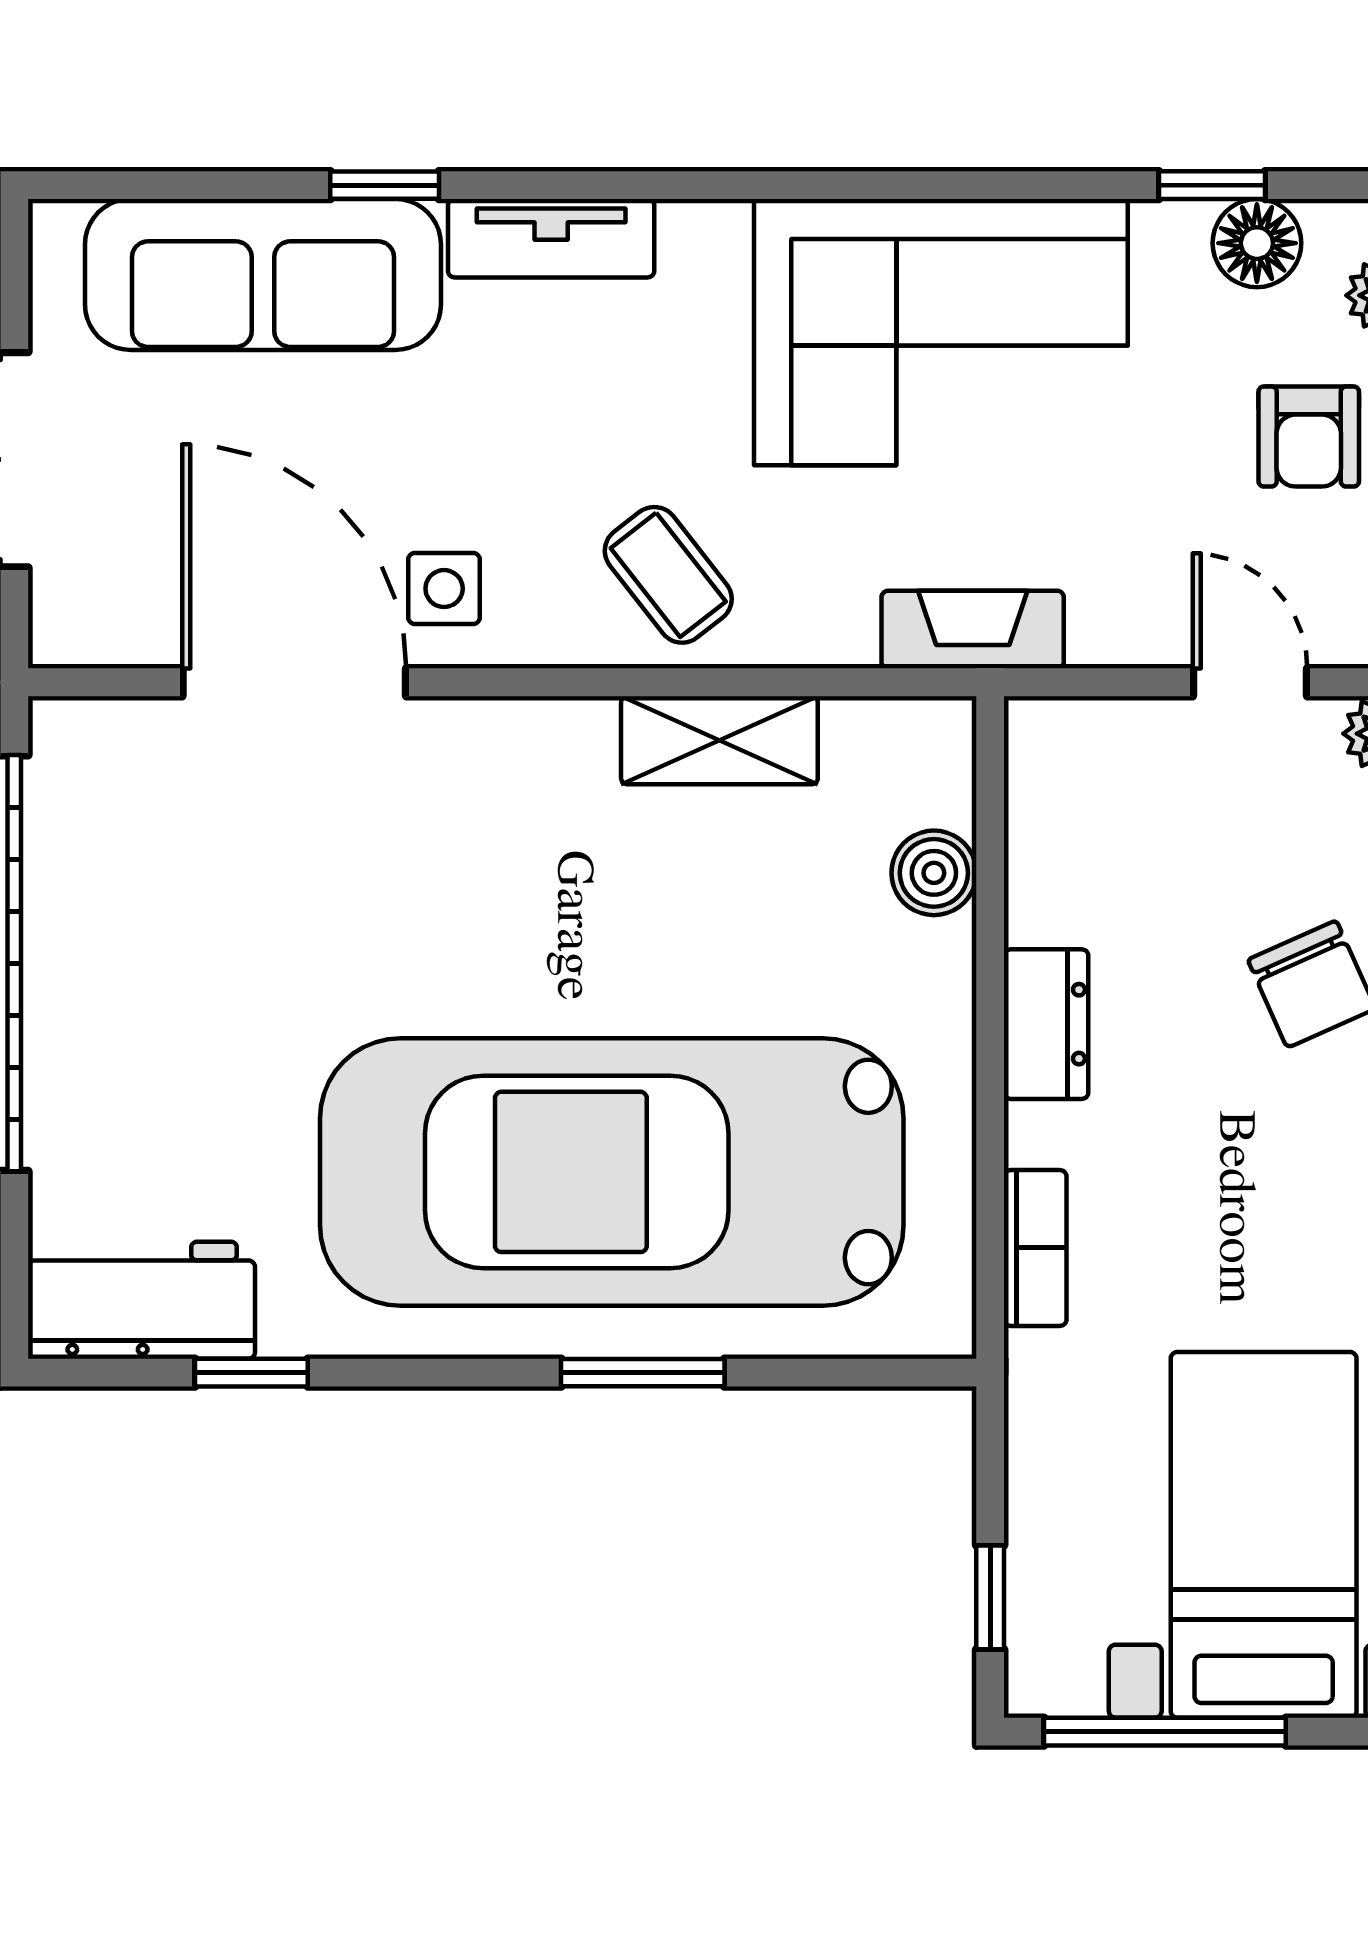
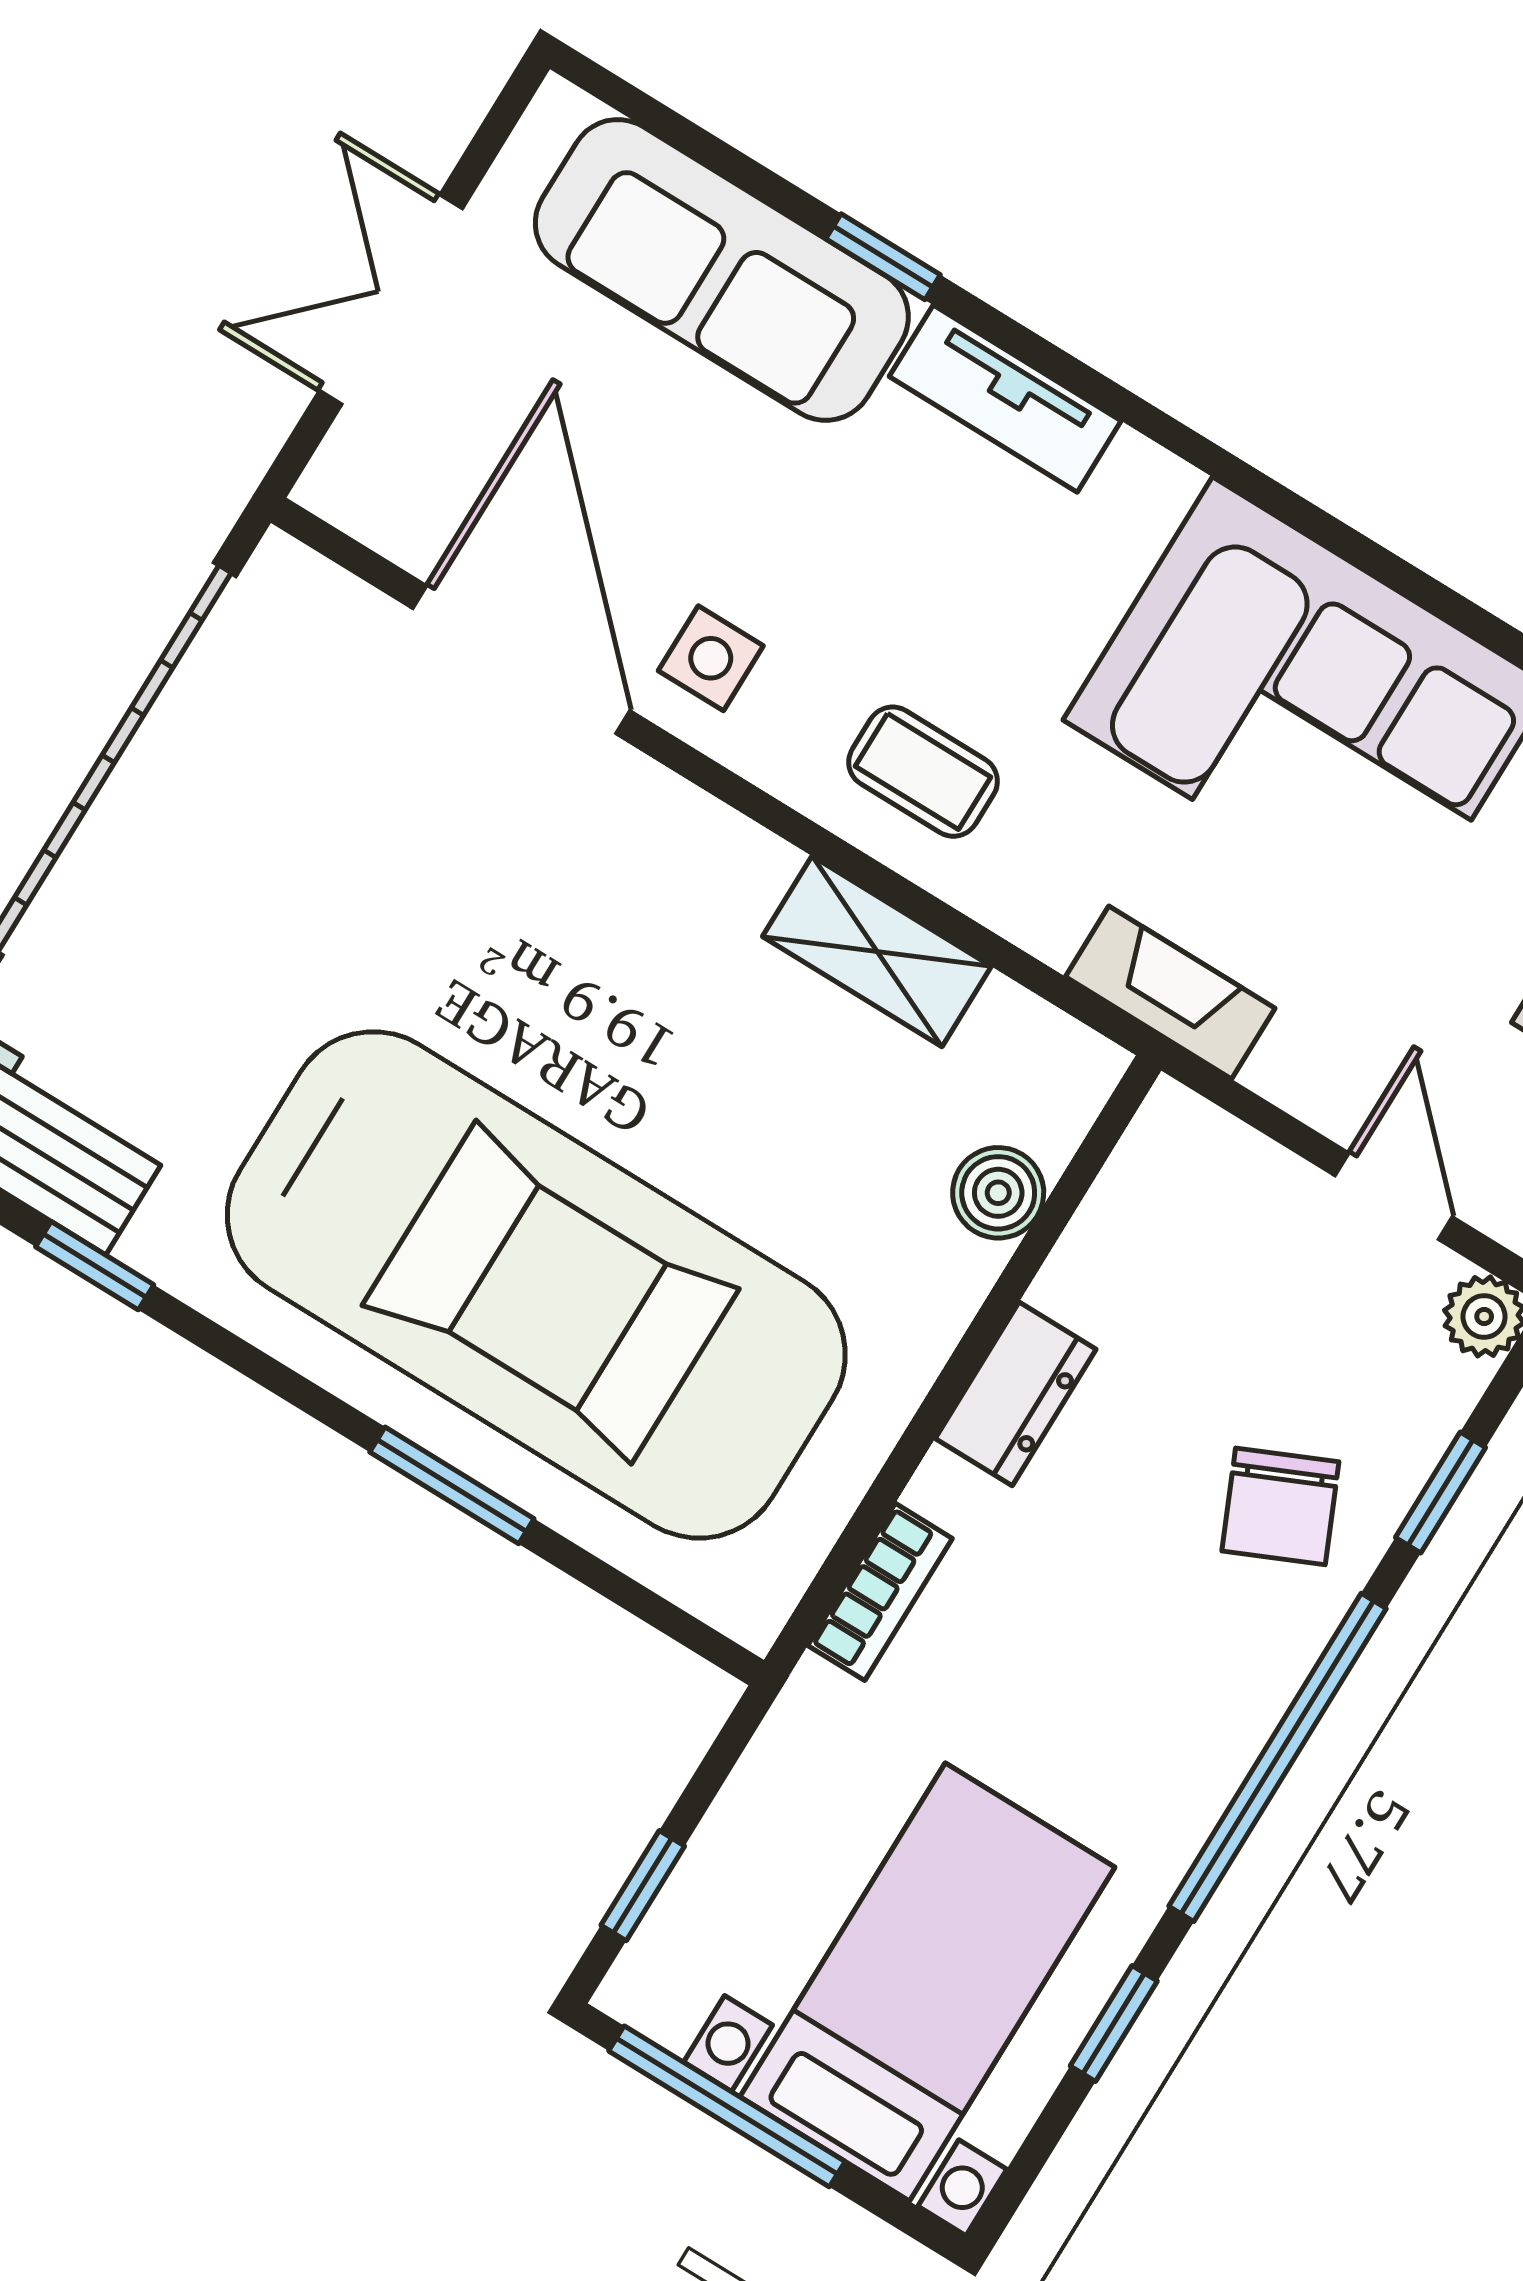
coffee table: (668, 575) -> (923, 772), turned -52
car: (612, 1172) -> (536, 1285), turned 180

